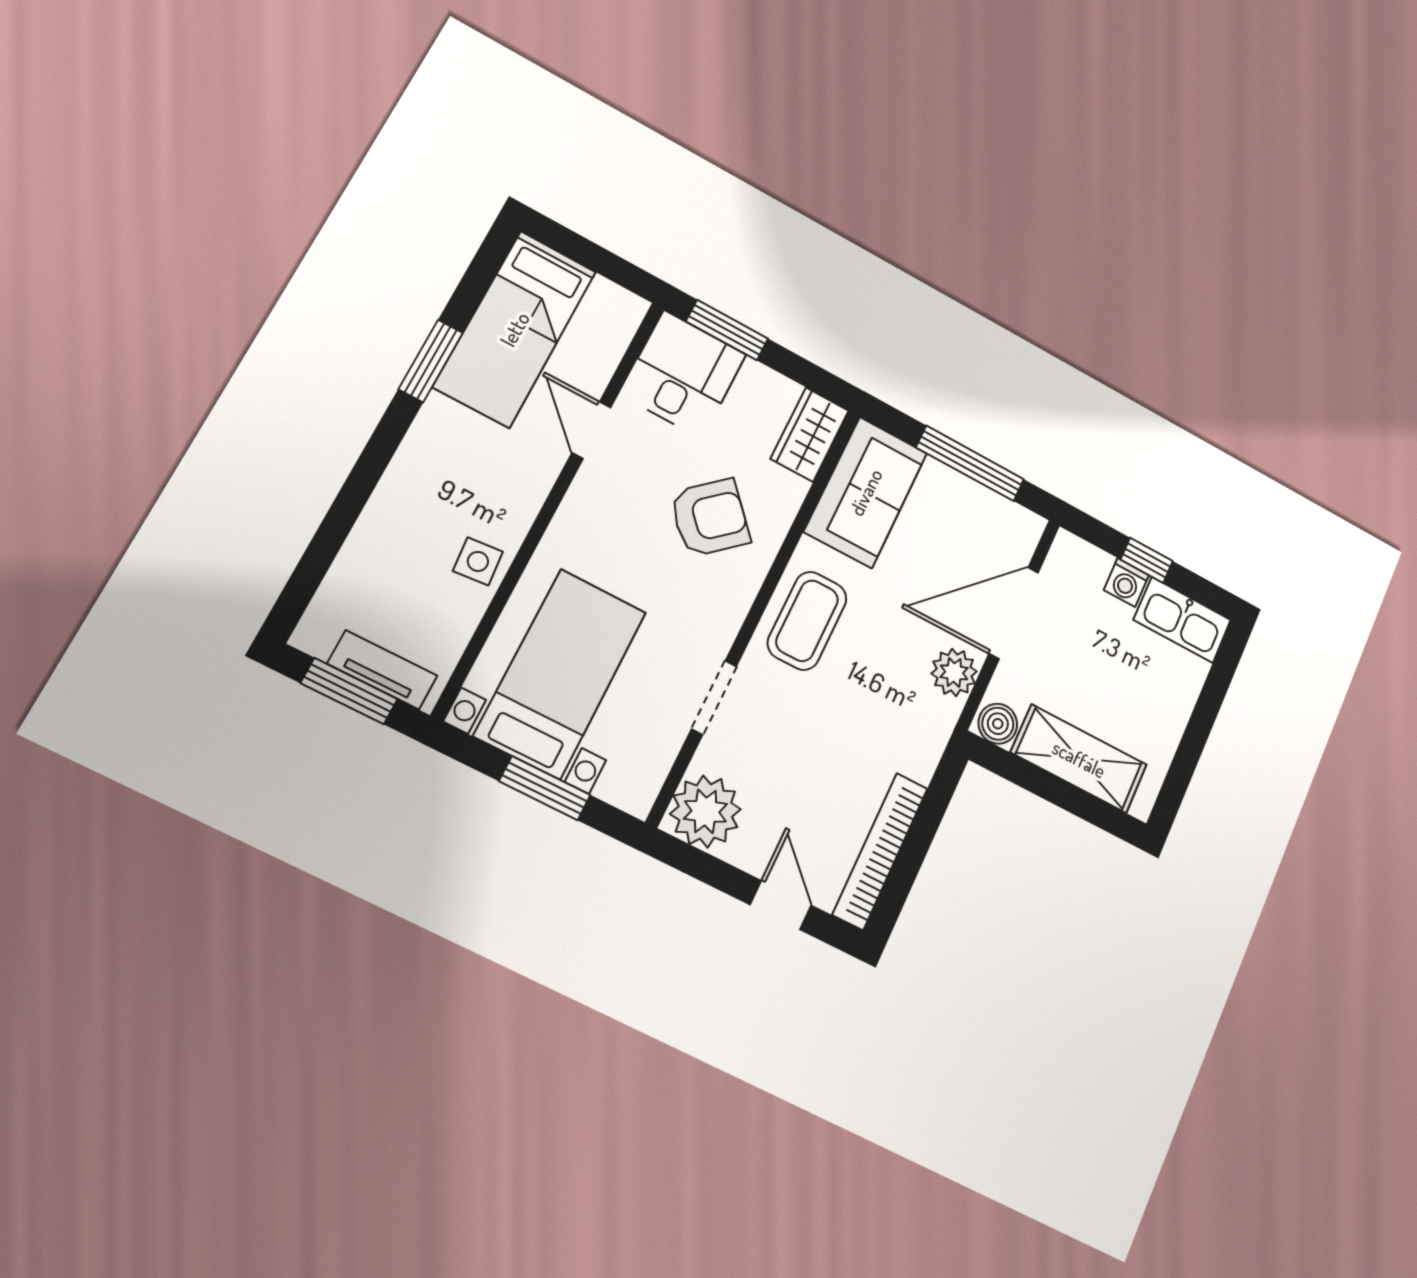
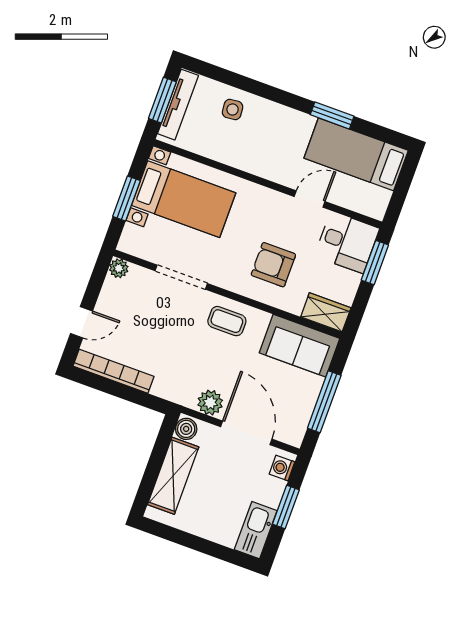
armchair: (710, 518) -> (273, 265), turned 132
window: (1147, 560) -> (286, 507), width x1.50
side table: (478, 561) -> (233, 109), moved
washing machine: (1126, 583) -> (282, 468), moved
coffee table: (807, 621) -> (227, 321), width x0.73, depth x0.77
tv unit: (382, 670) -> (178, 105), width x1.41
doorway: (714, 698) -> (181, 277), width x1.38
plant: (705, 811) -> (119, 268), width x0.53, depth x0.53

